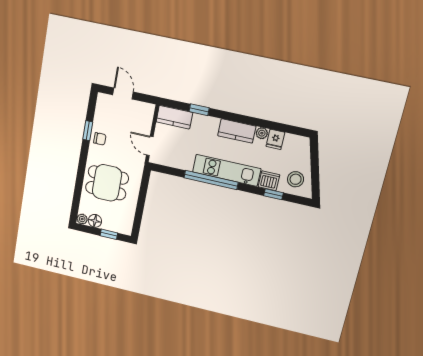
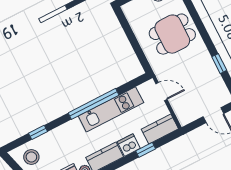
chair: (100, 139) -> (205, 65), removed
kitchen unit: (227, 170) -> (111, 109), moved
dishwasher: (269, 181) -> (129, 145), moved, turned 180

